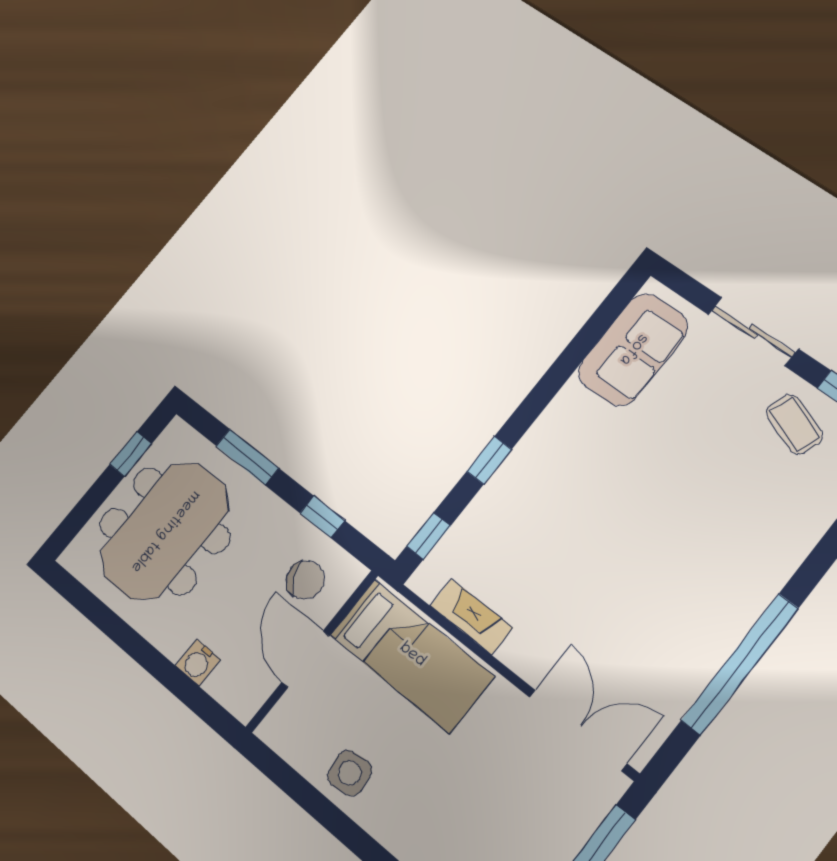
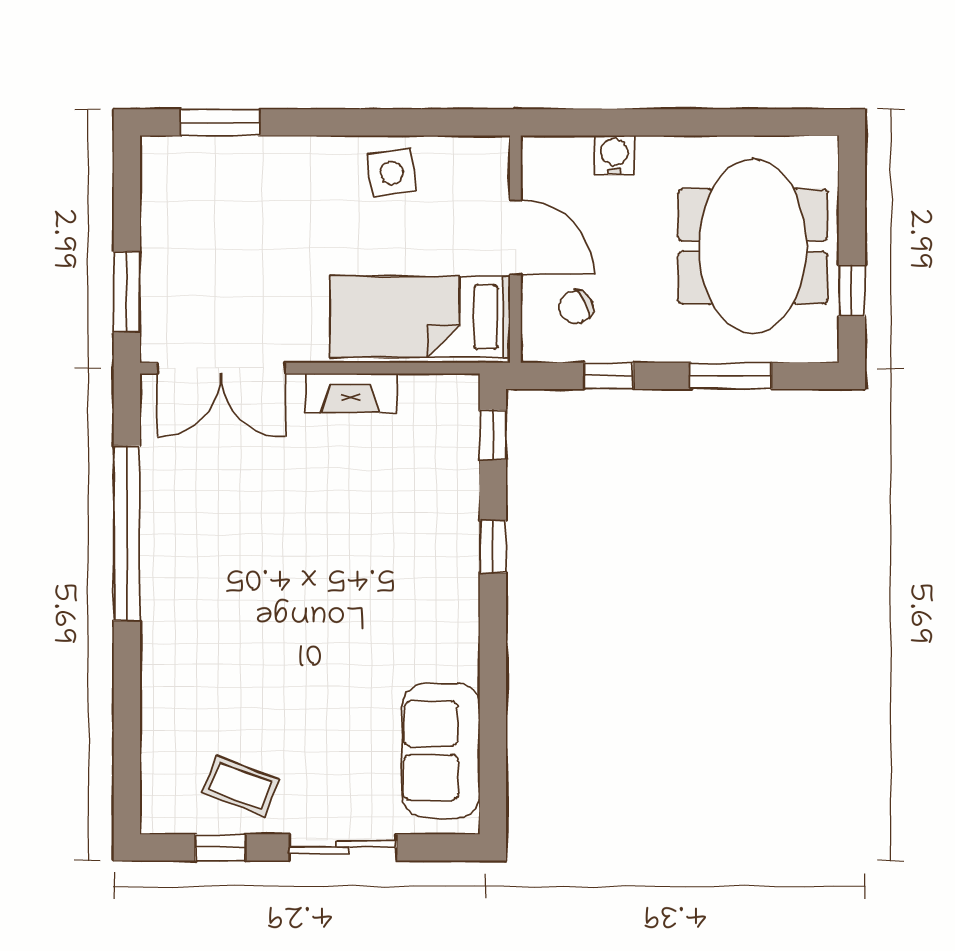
chair: (305, 580) -> (576, 307), width x0.73, depth x0.73
fireplace: (471, 617) -> (351, 393), moved

